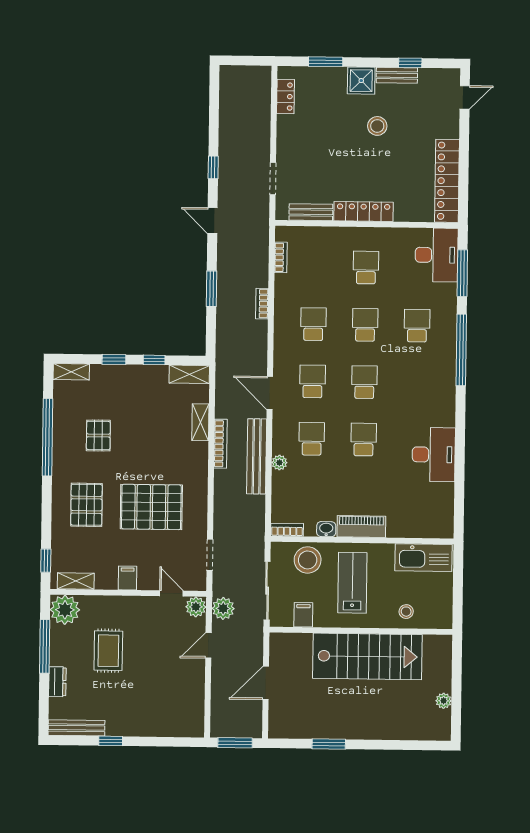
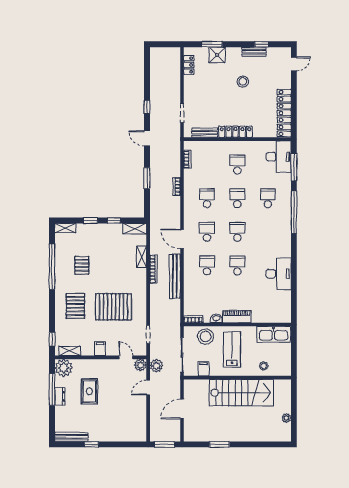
shower: (361, 81) -> (217, 55), moved
plant: (279, 463) -> (188, 280), removed
dresser: (57, 682) -> (60, 396), moved

